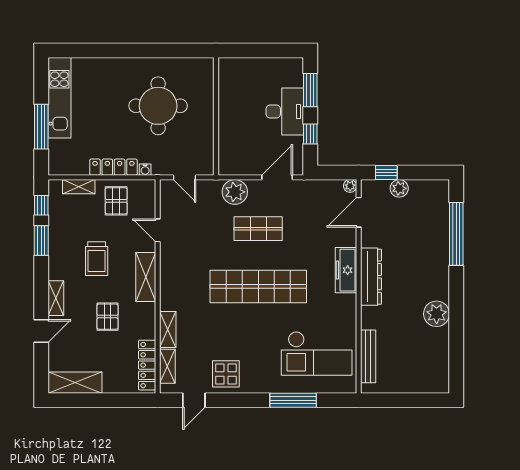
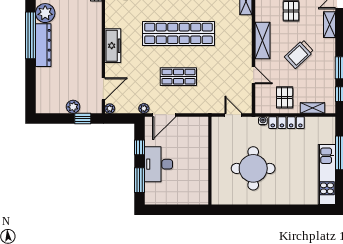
plant: (235, 192) -> (144, 108), moved, width x0.53, depth x0.53
window: (456, 234) -> (30, 35), moved
trolley: (97, 259) -> (299, 54), turned -133
dresser: (371, 277) -> (43, 45), moved, turned 180

